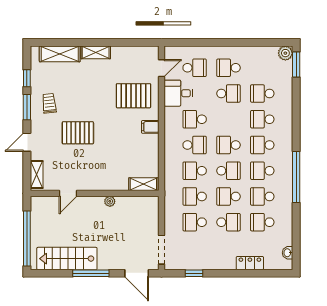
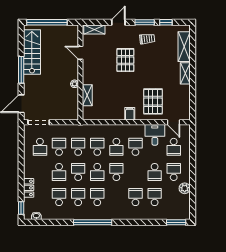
plant: (285, 53) -> (185, 188), moved
door: (27, 142) -> (118, 22), hinge flipped
school desk: (262, 145) -> (40, 147), moved, turned 180
shelving: (143, 184) -> (87, 95), moved
window: (194, 273) -> (21, 208), moved

